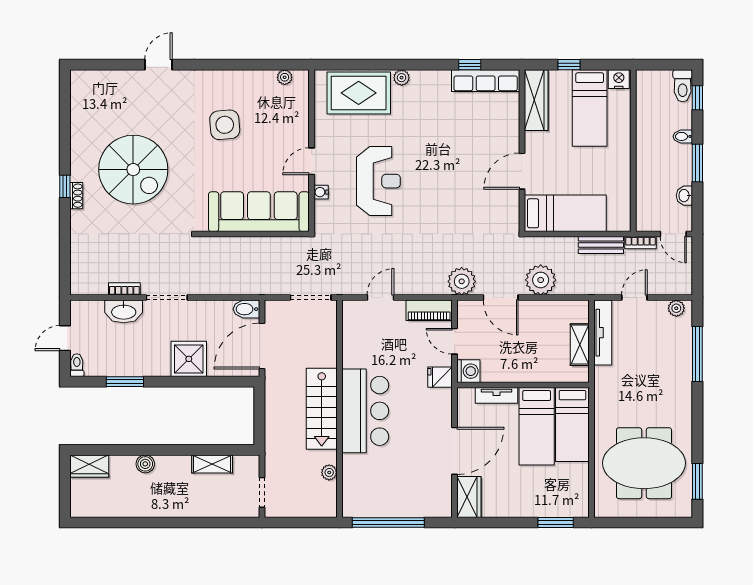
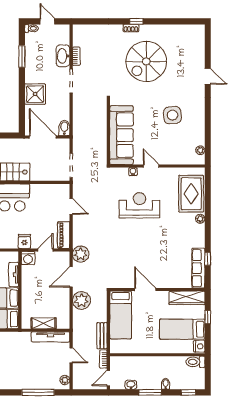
toilet: (683, 86) -> (195, 362), moved
reception desk: (378, 181) -> (139, 205), turned 180

